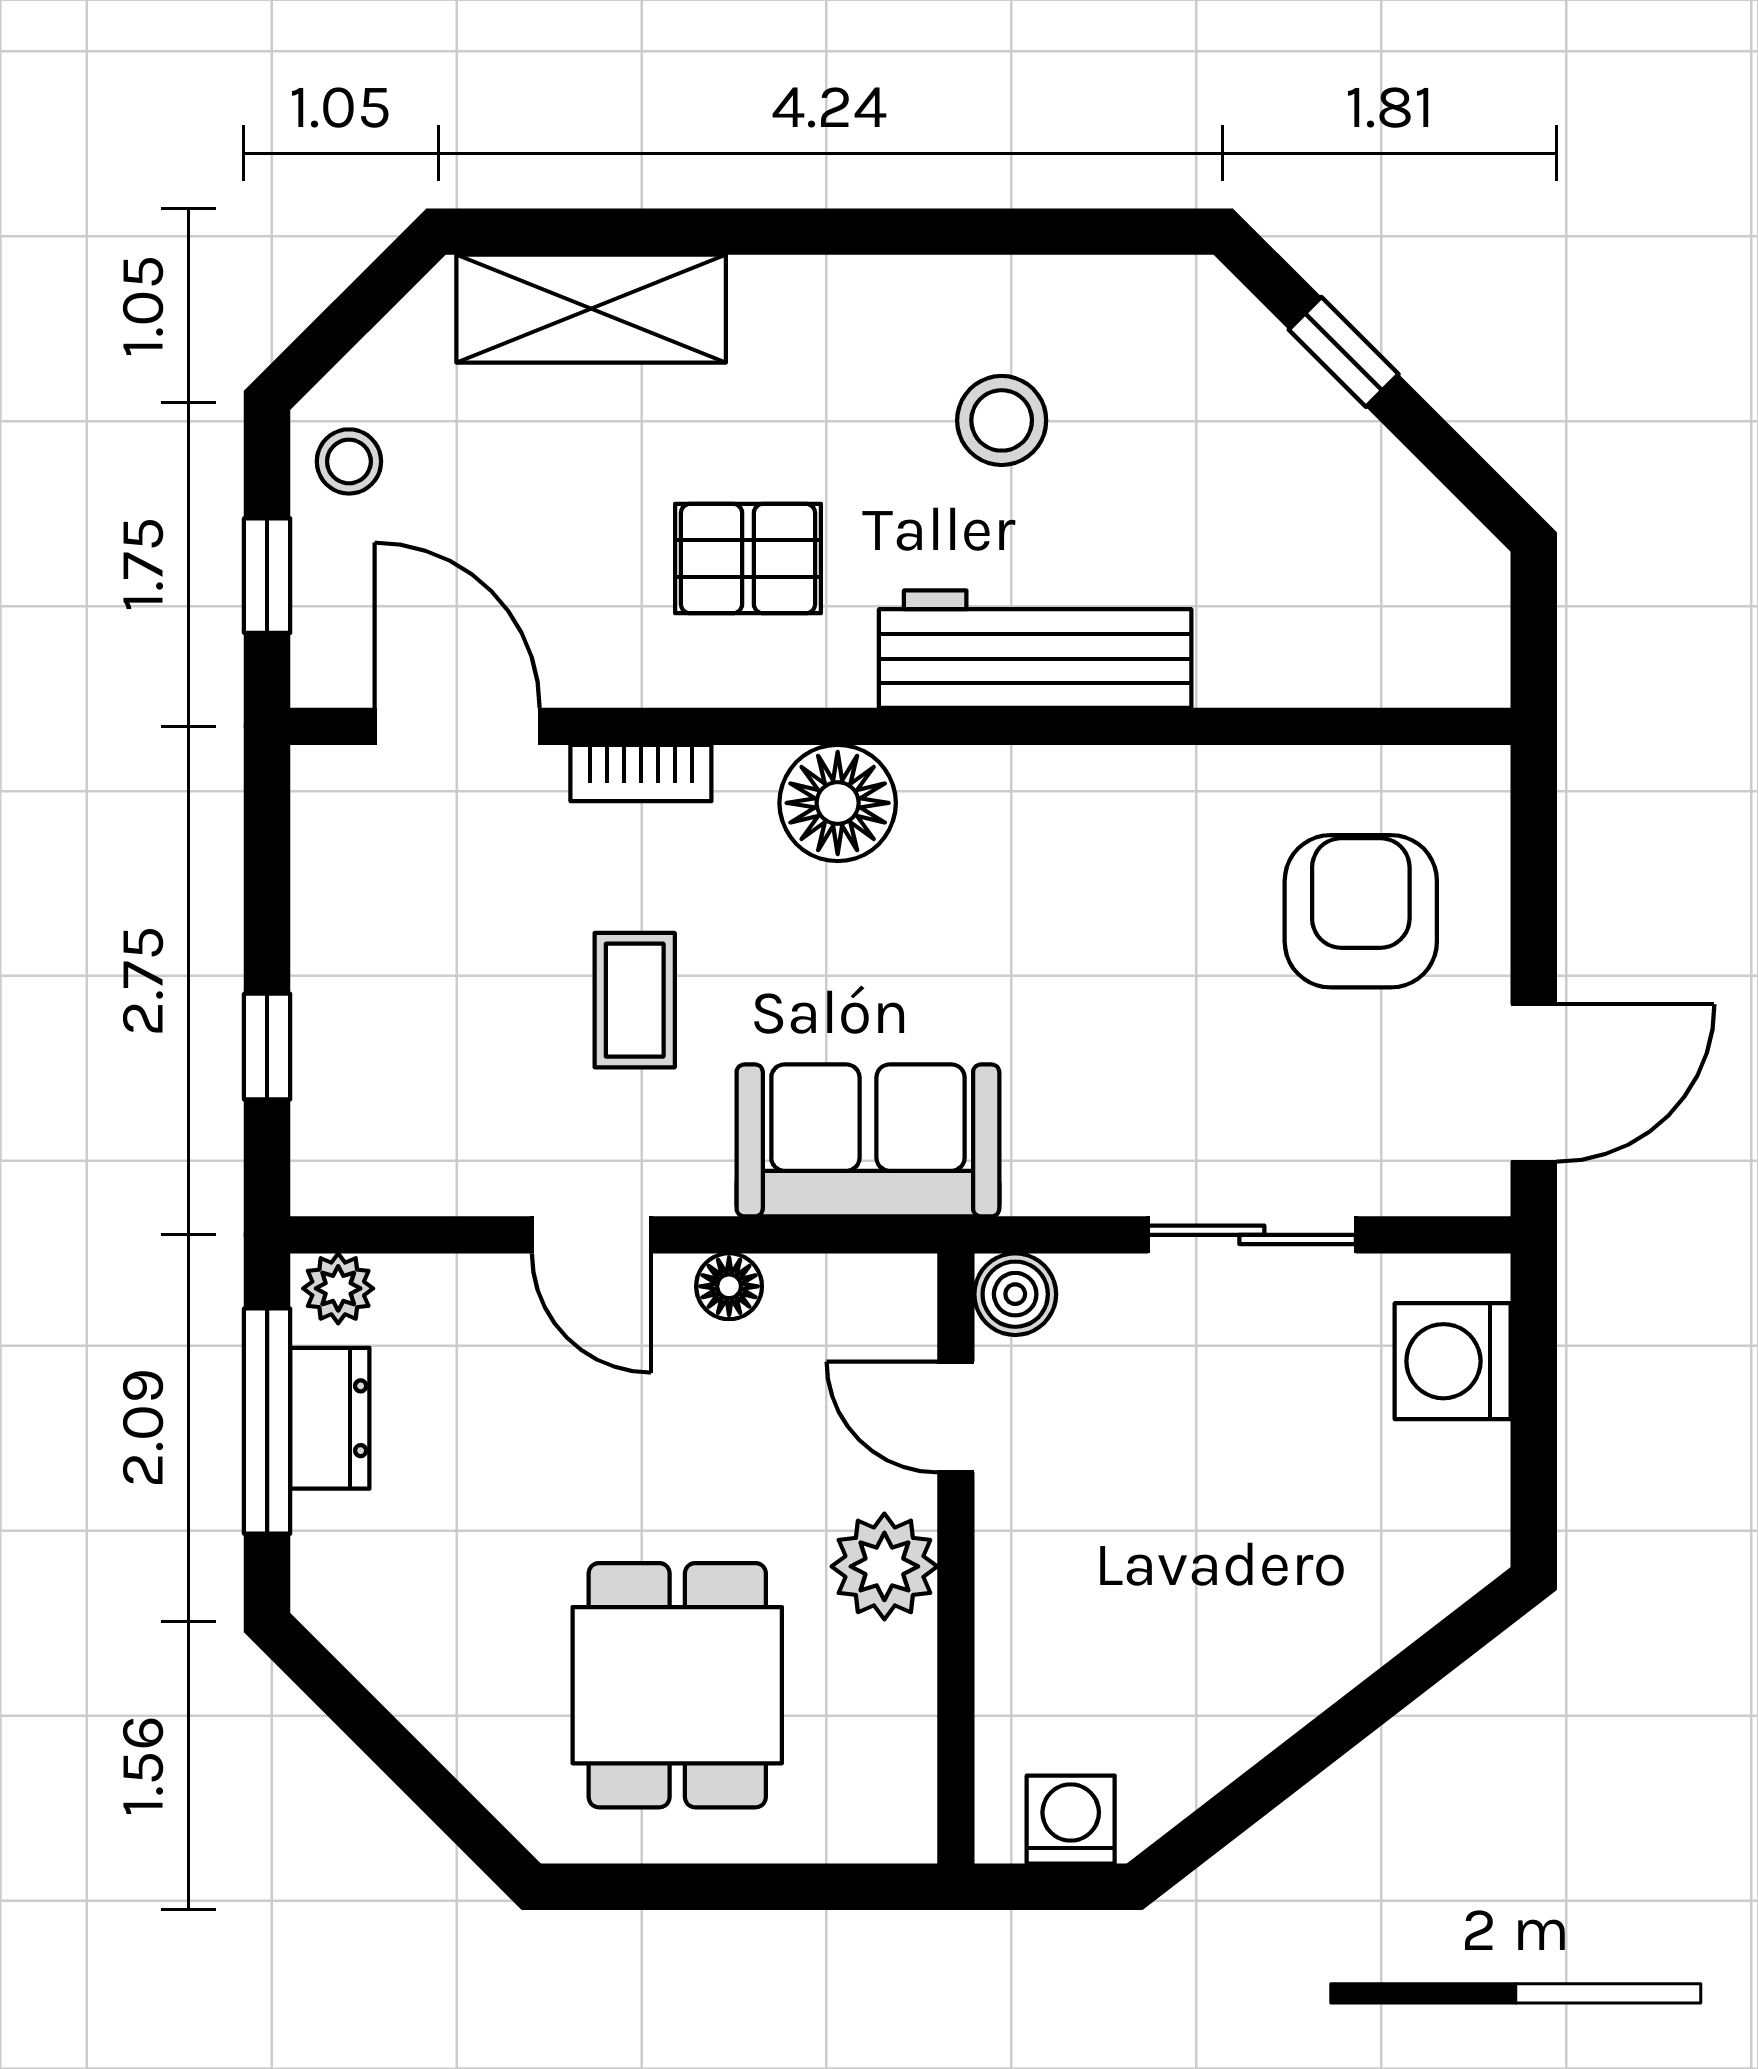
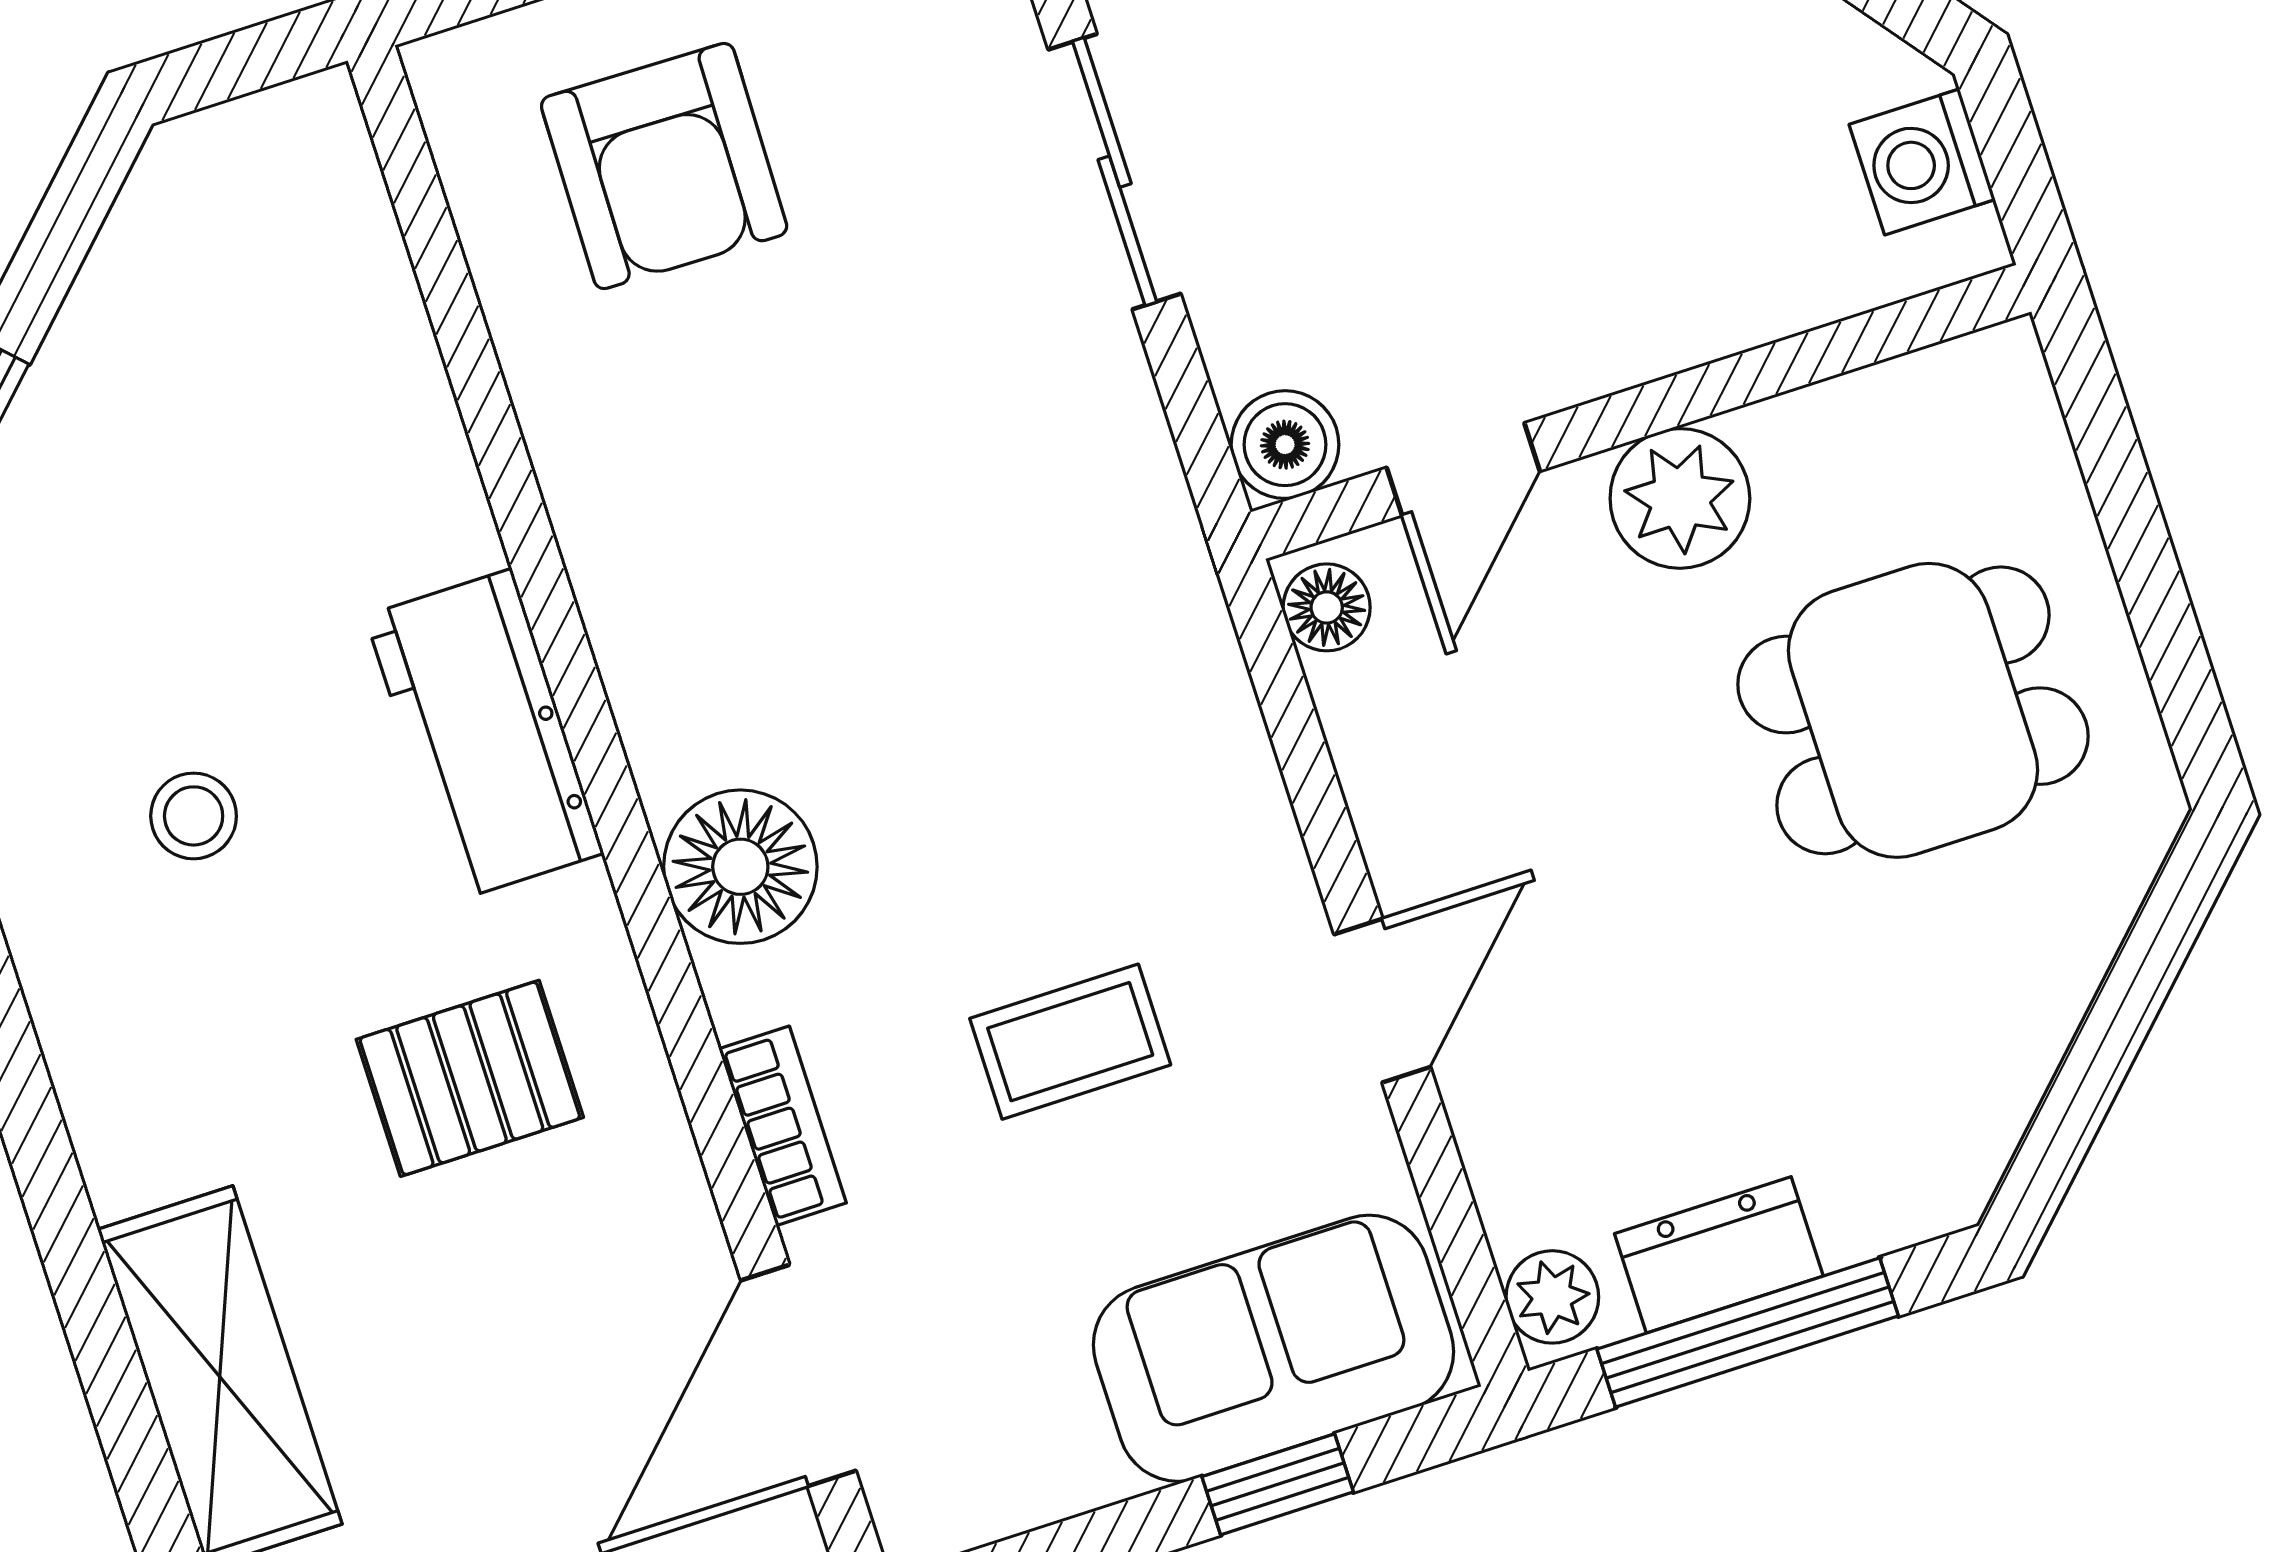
stool: (1002, 420) -> (194, 816), width x0.73, depth x0.73
pallet: (748, 559) -> (470, 1078), turned 90
workbench: (1035, 649) -> (484, 735), width x0.73
armchair: (1361, 911) -> (664, 166), turned -89
sofa: (868, 1140) -> (1274, 1348), moved, turned 90
floor lamp: (729, 1286) -> (1327, 607), moved

